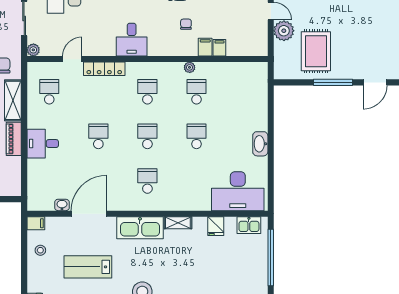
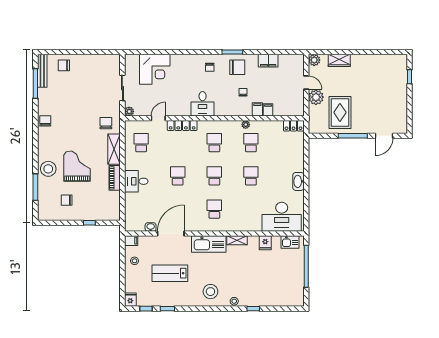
locker: (254, 69) -> (293, 126), added

